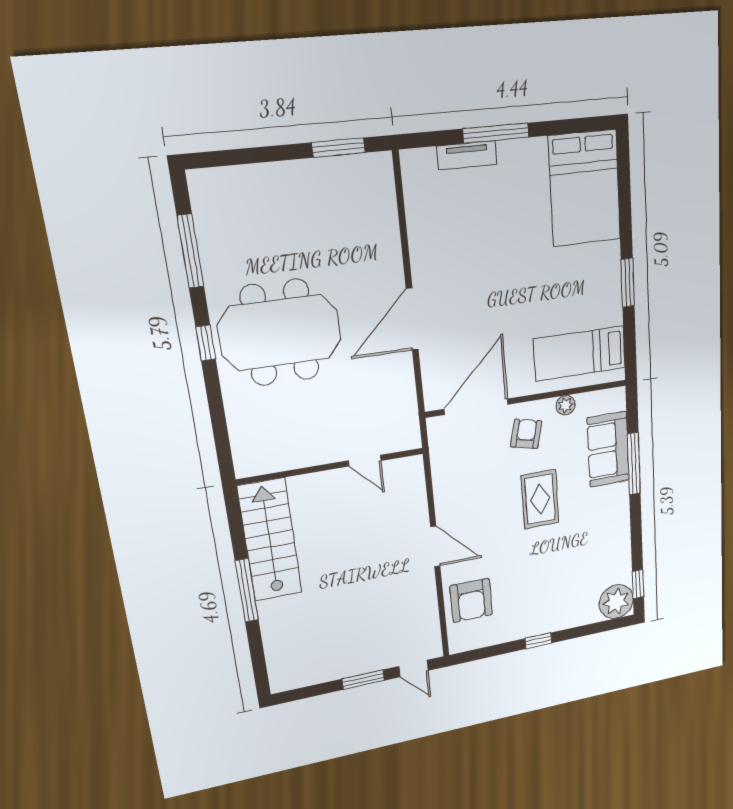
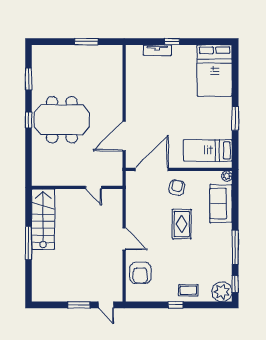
window: (496, 133) -> (172, 42), width x0.46
window: (338, 148) -> (86, 42), moved
window: (190, 251) -> (28, 79), width x0.69
door: (412, 319) -> (124, 136), moved
plant: (566, 405) -> (227, 176), moved
window: (634, 464) -> (235, 247), moved
coffee table: (559, 612) -> (188, 290), added

